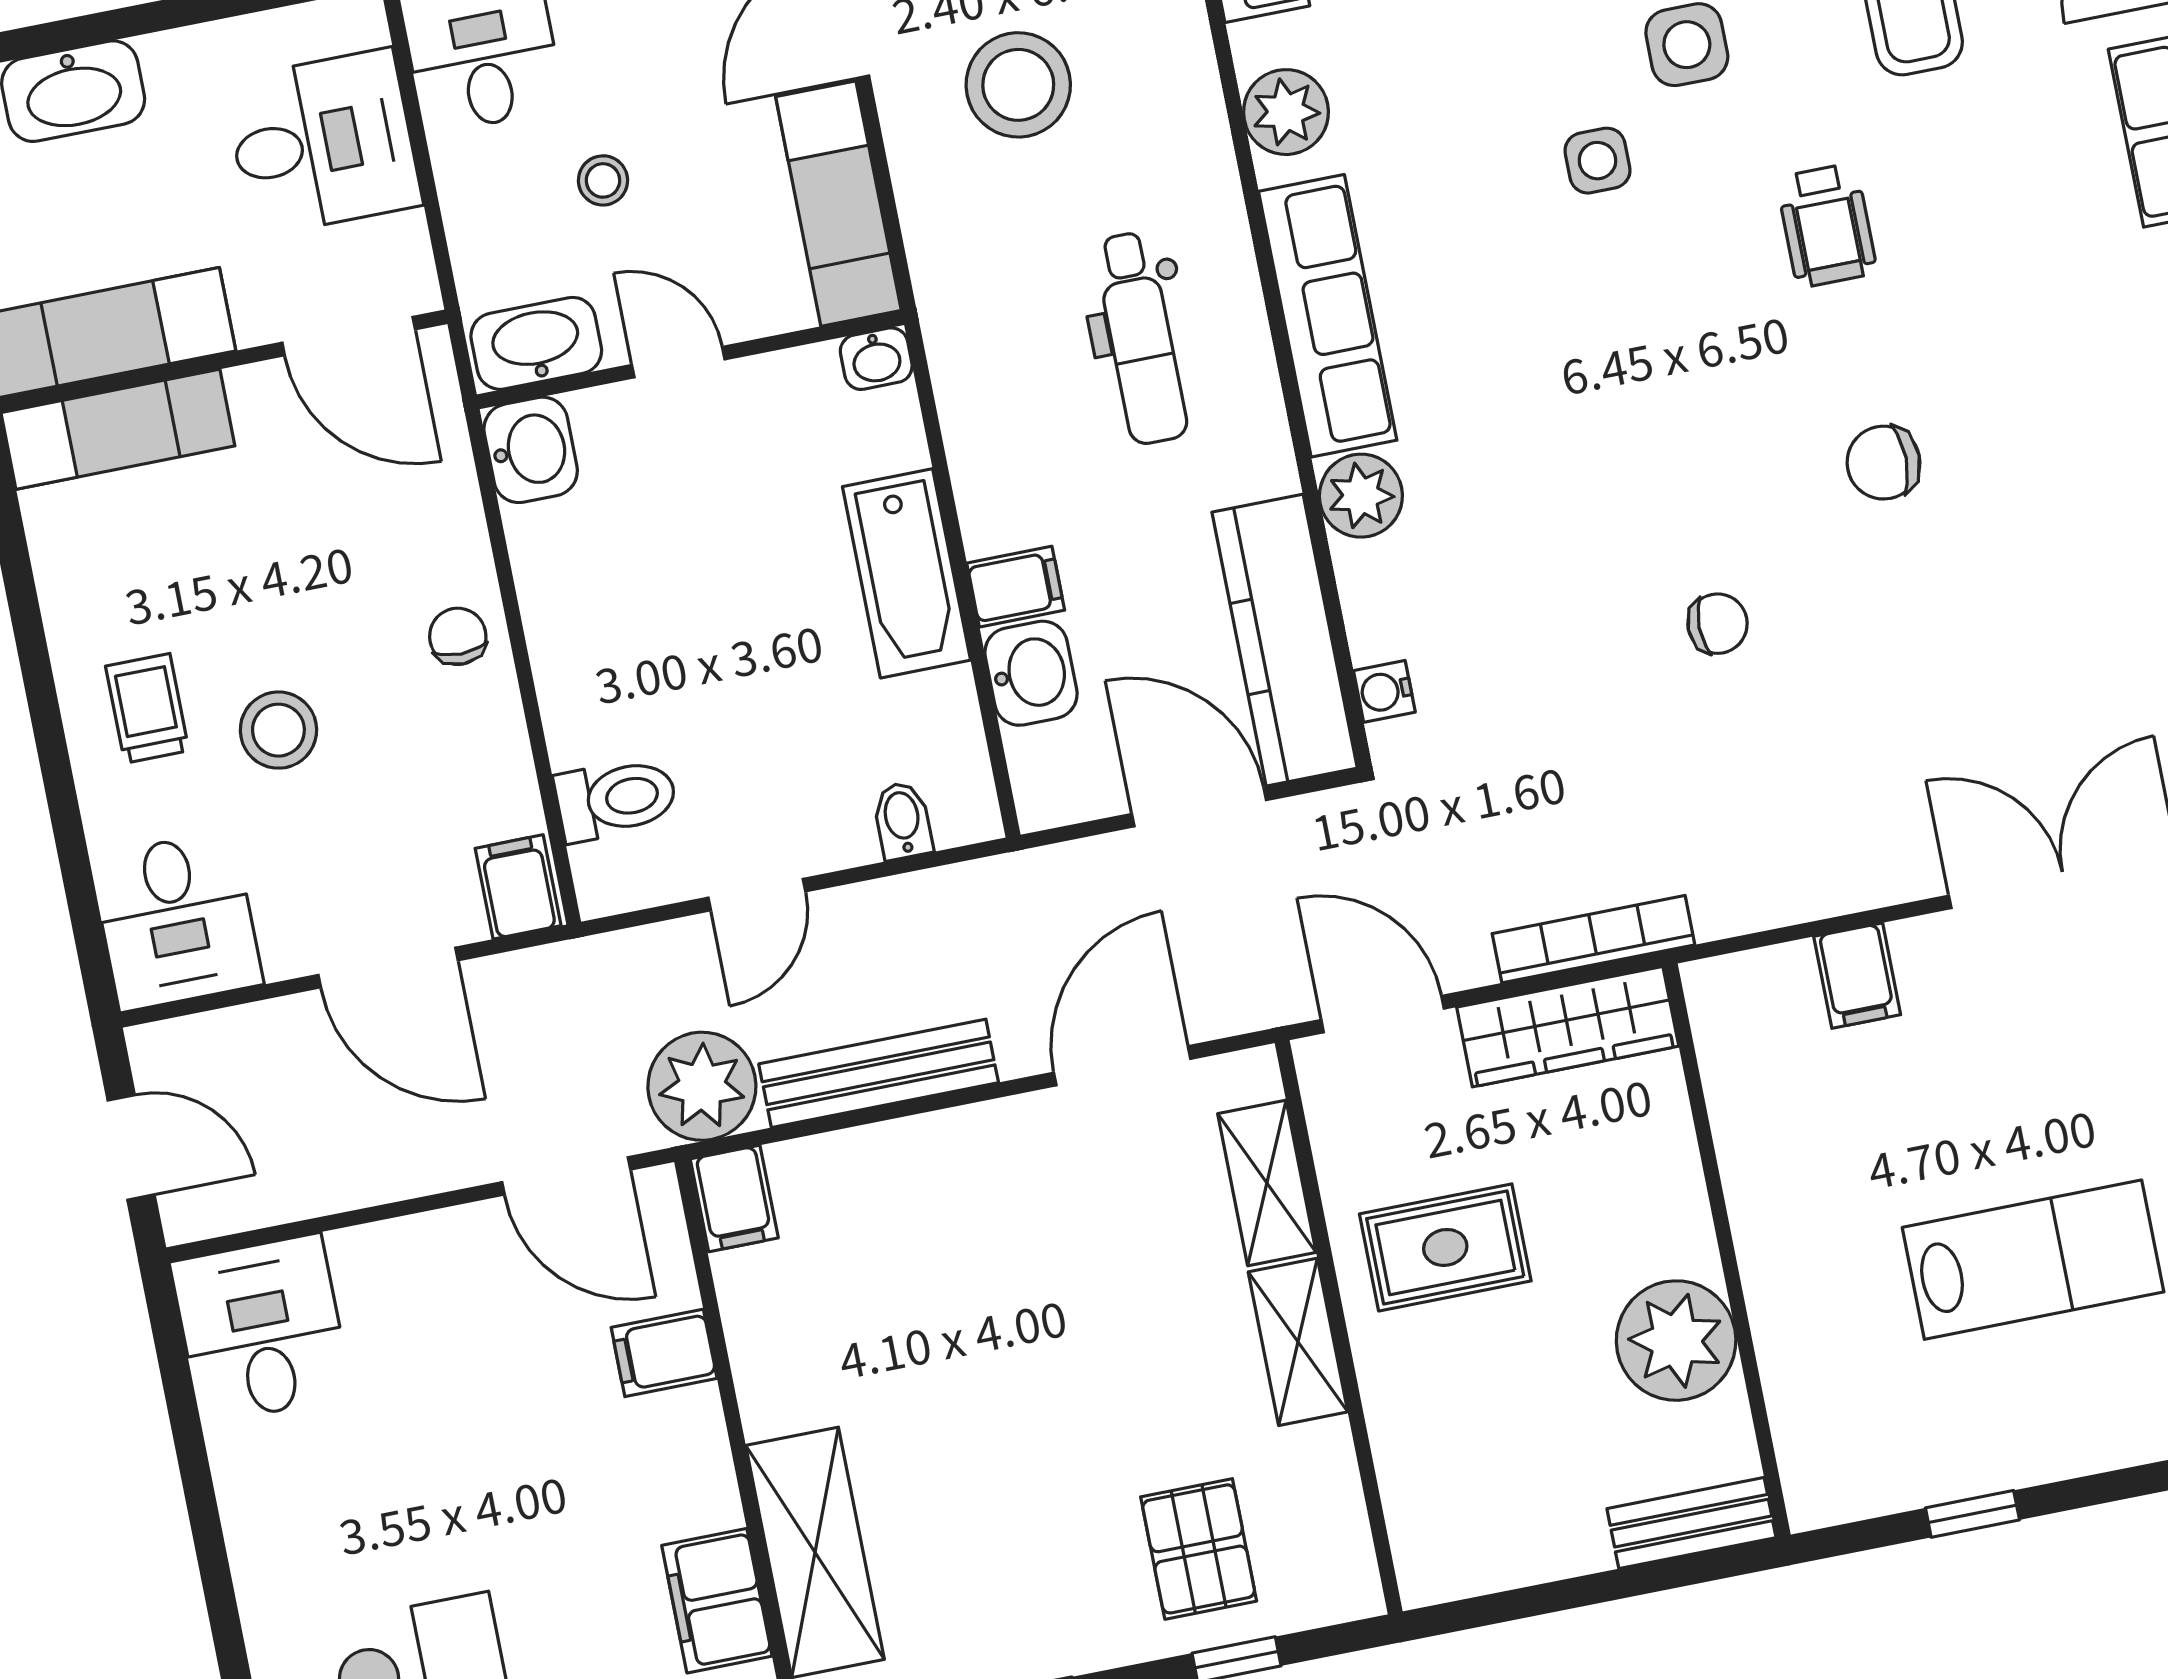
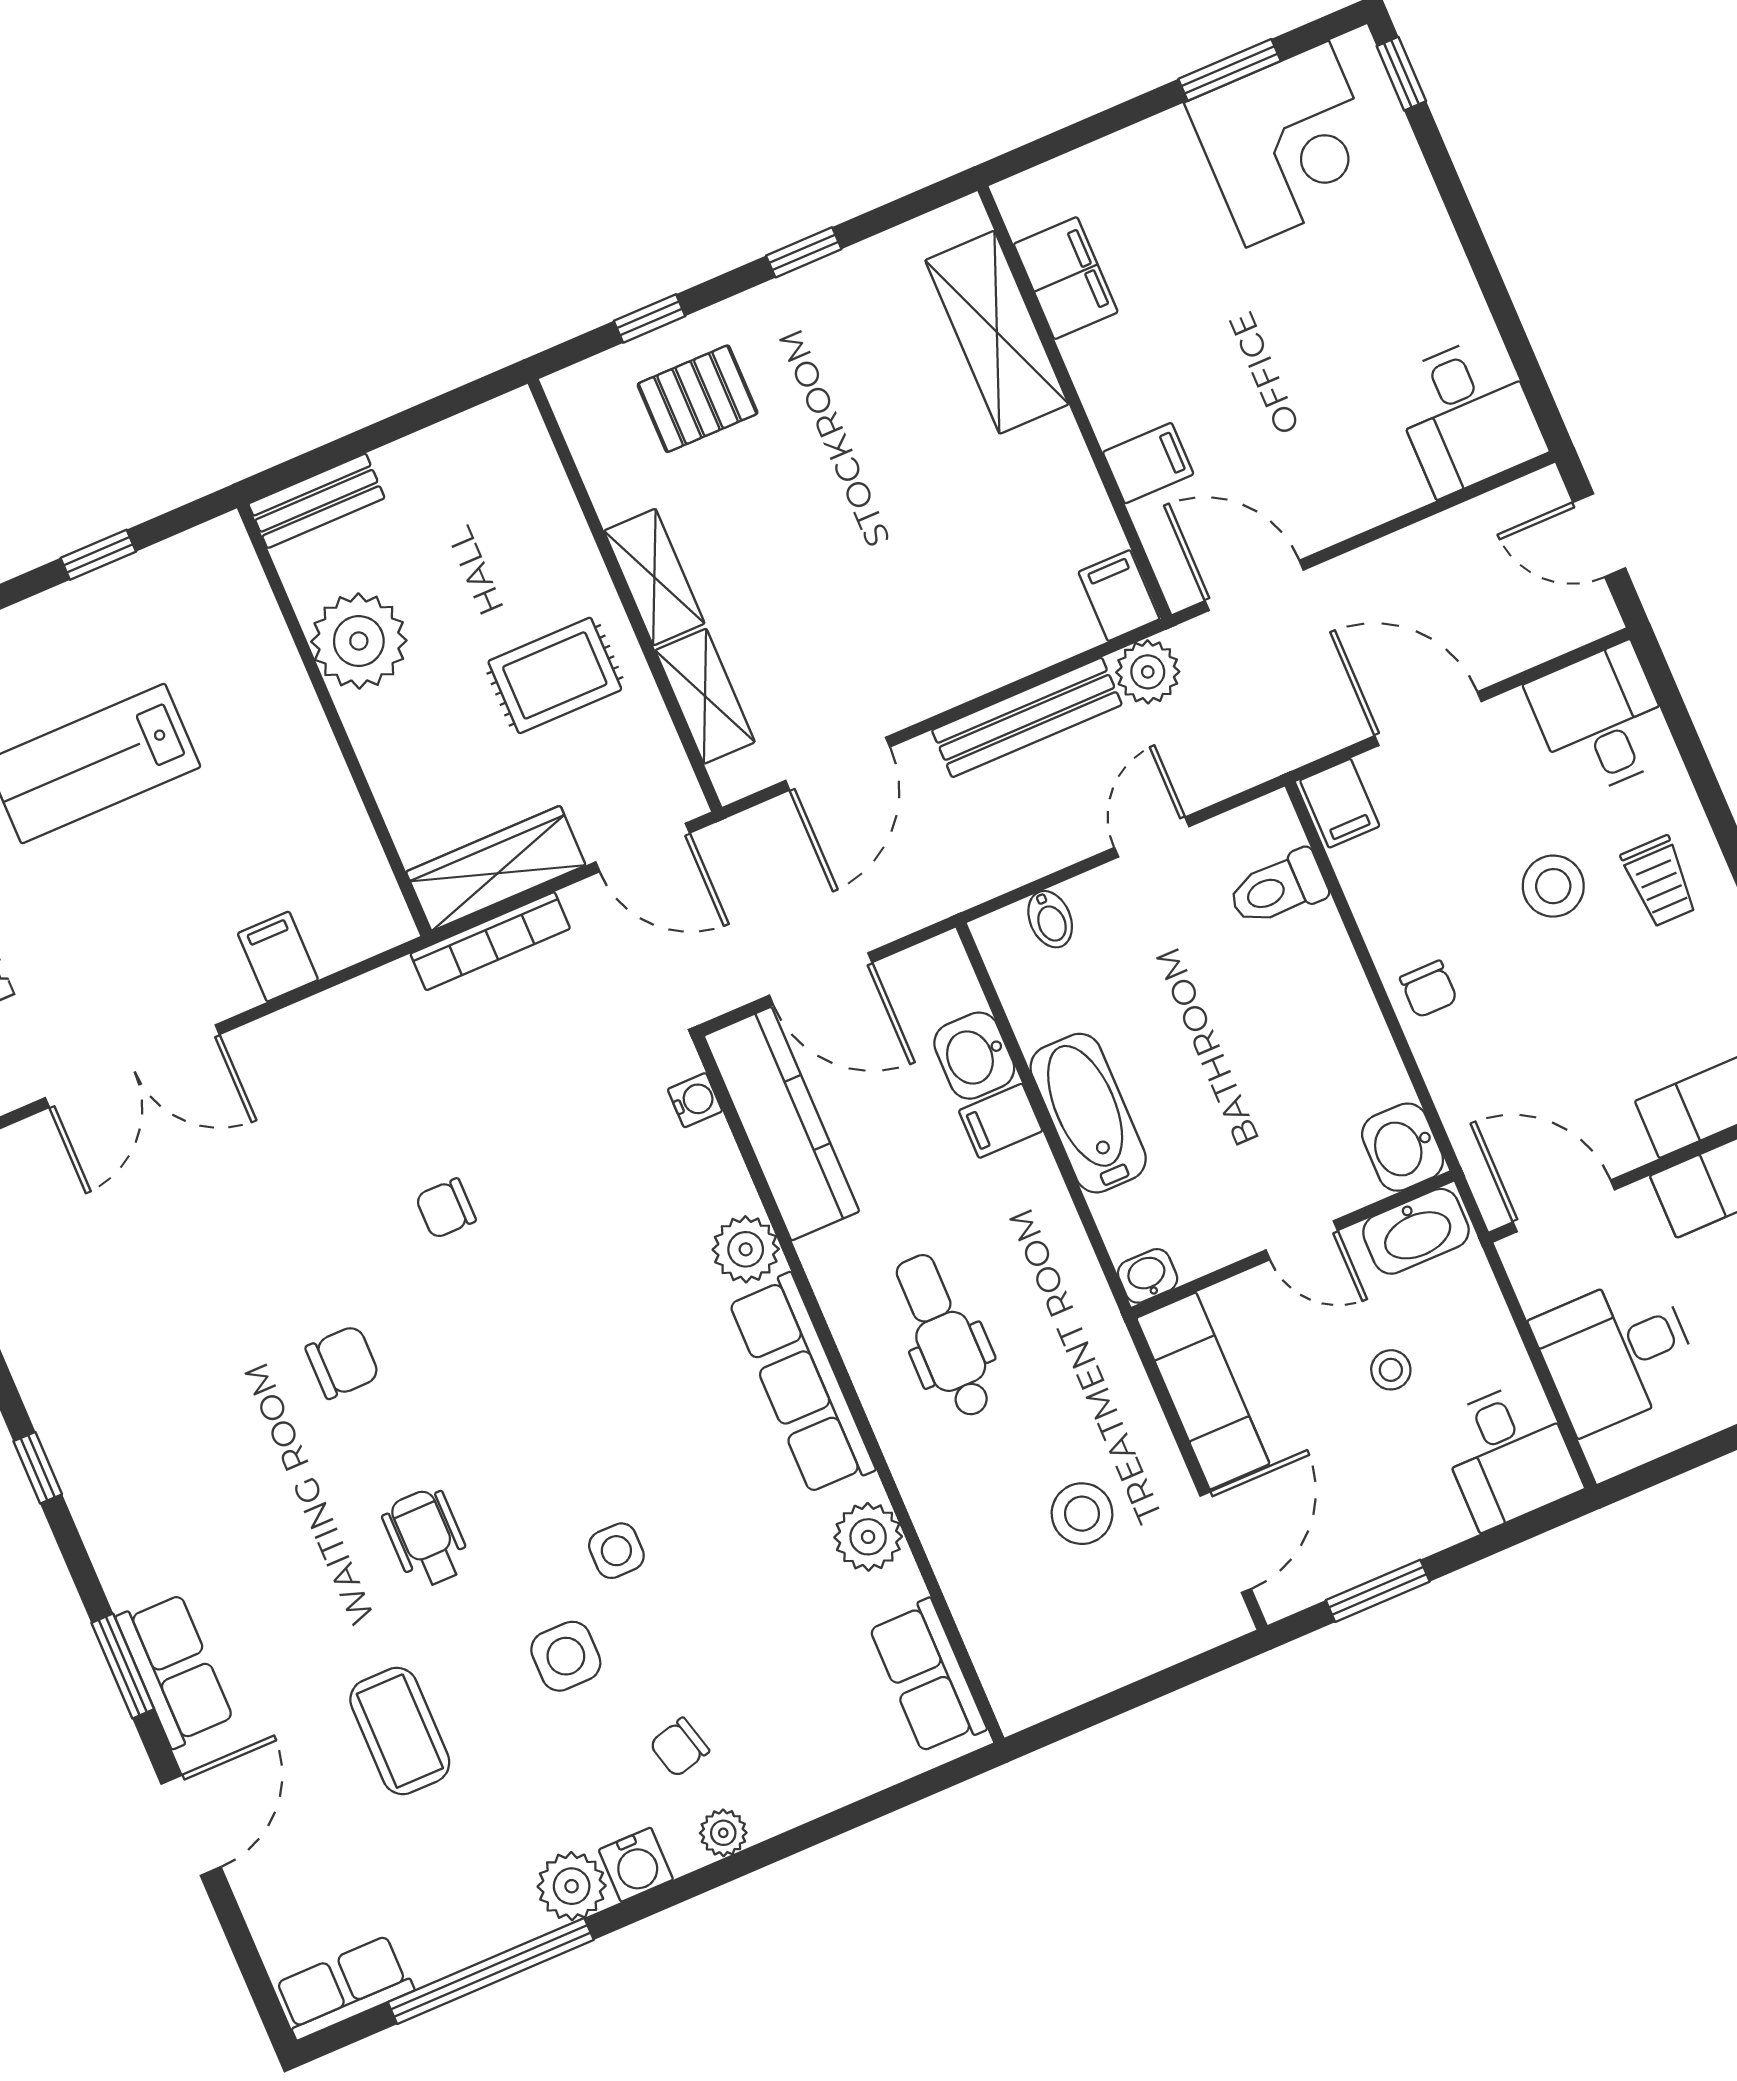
stool: (1018, 85) -> (1082, 1514), width x0.73, depth x0.73
plant: (702, 1086) -> (1148, 672), width x0.73, depth x0.73
pallet: (1199, 1549) -> (698, 399), turned 90

